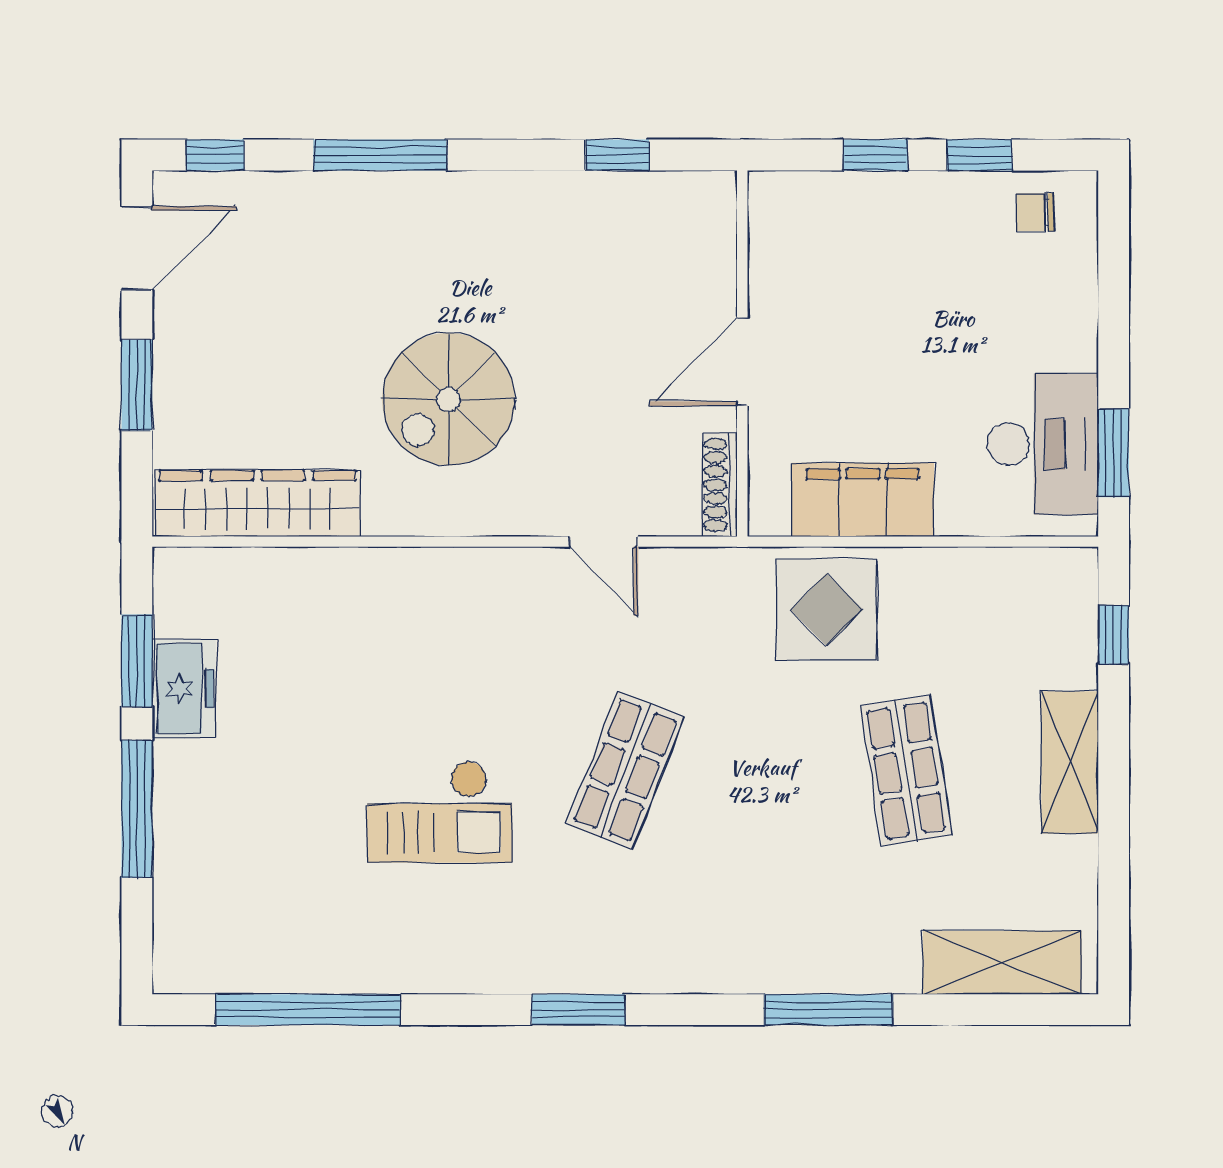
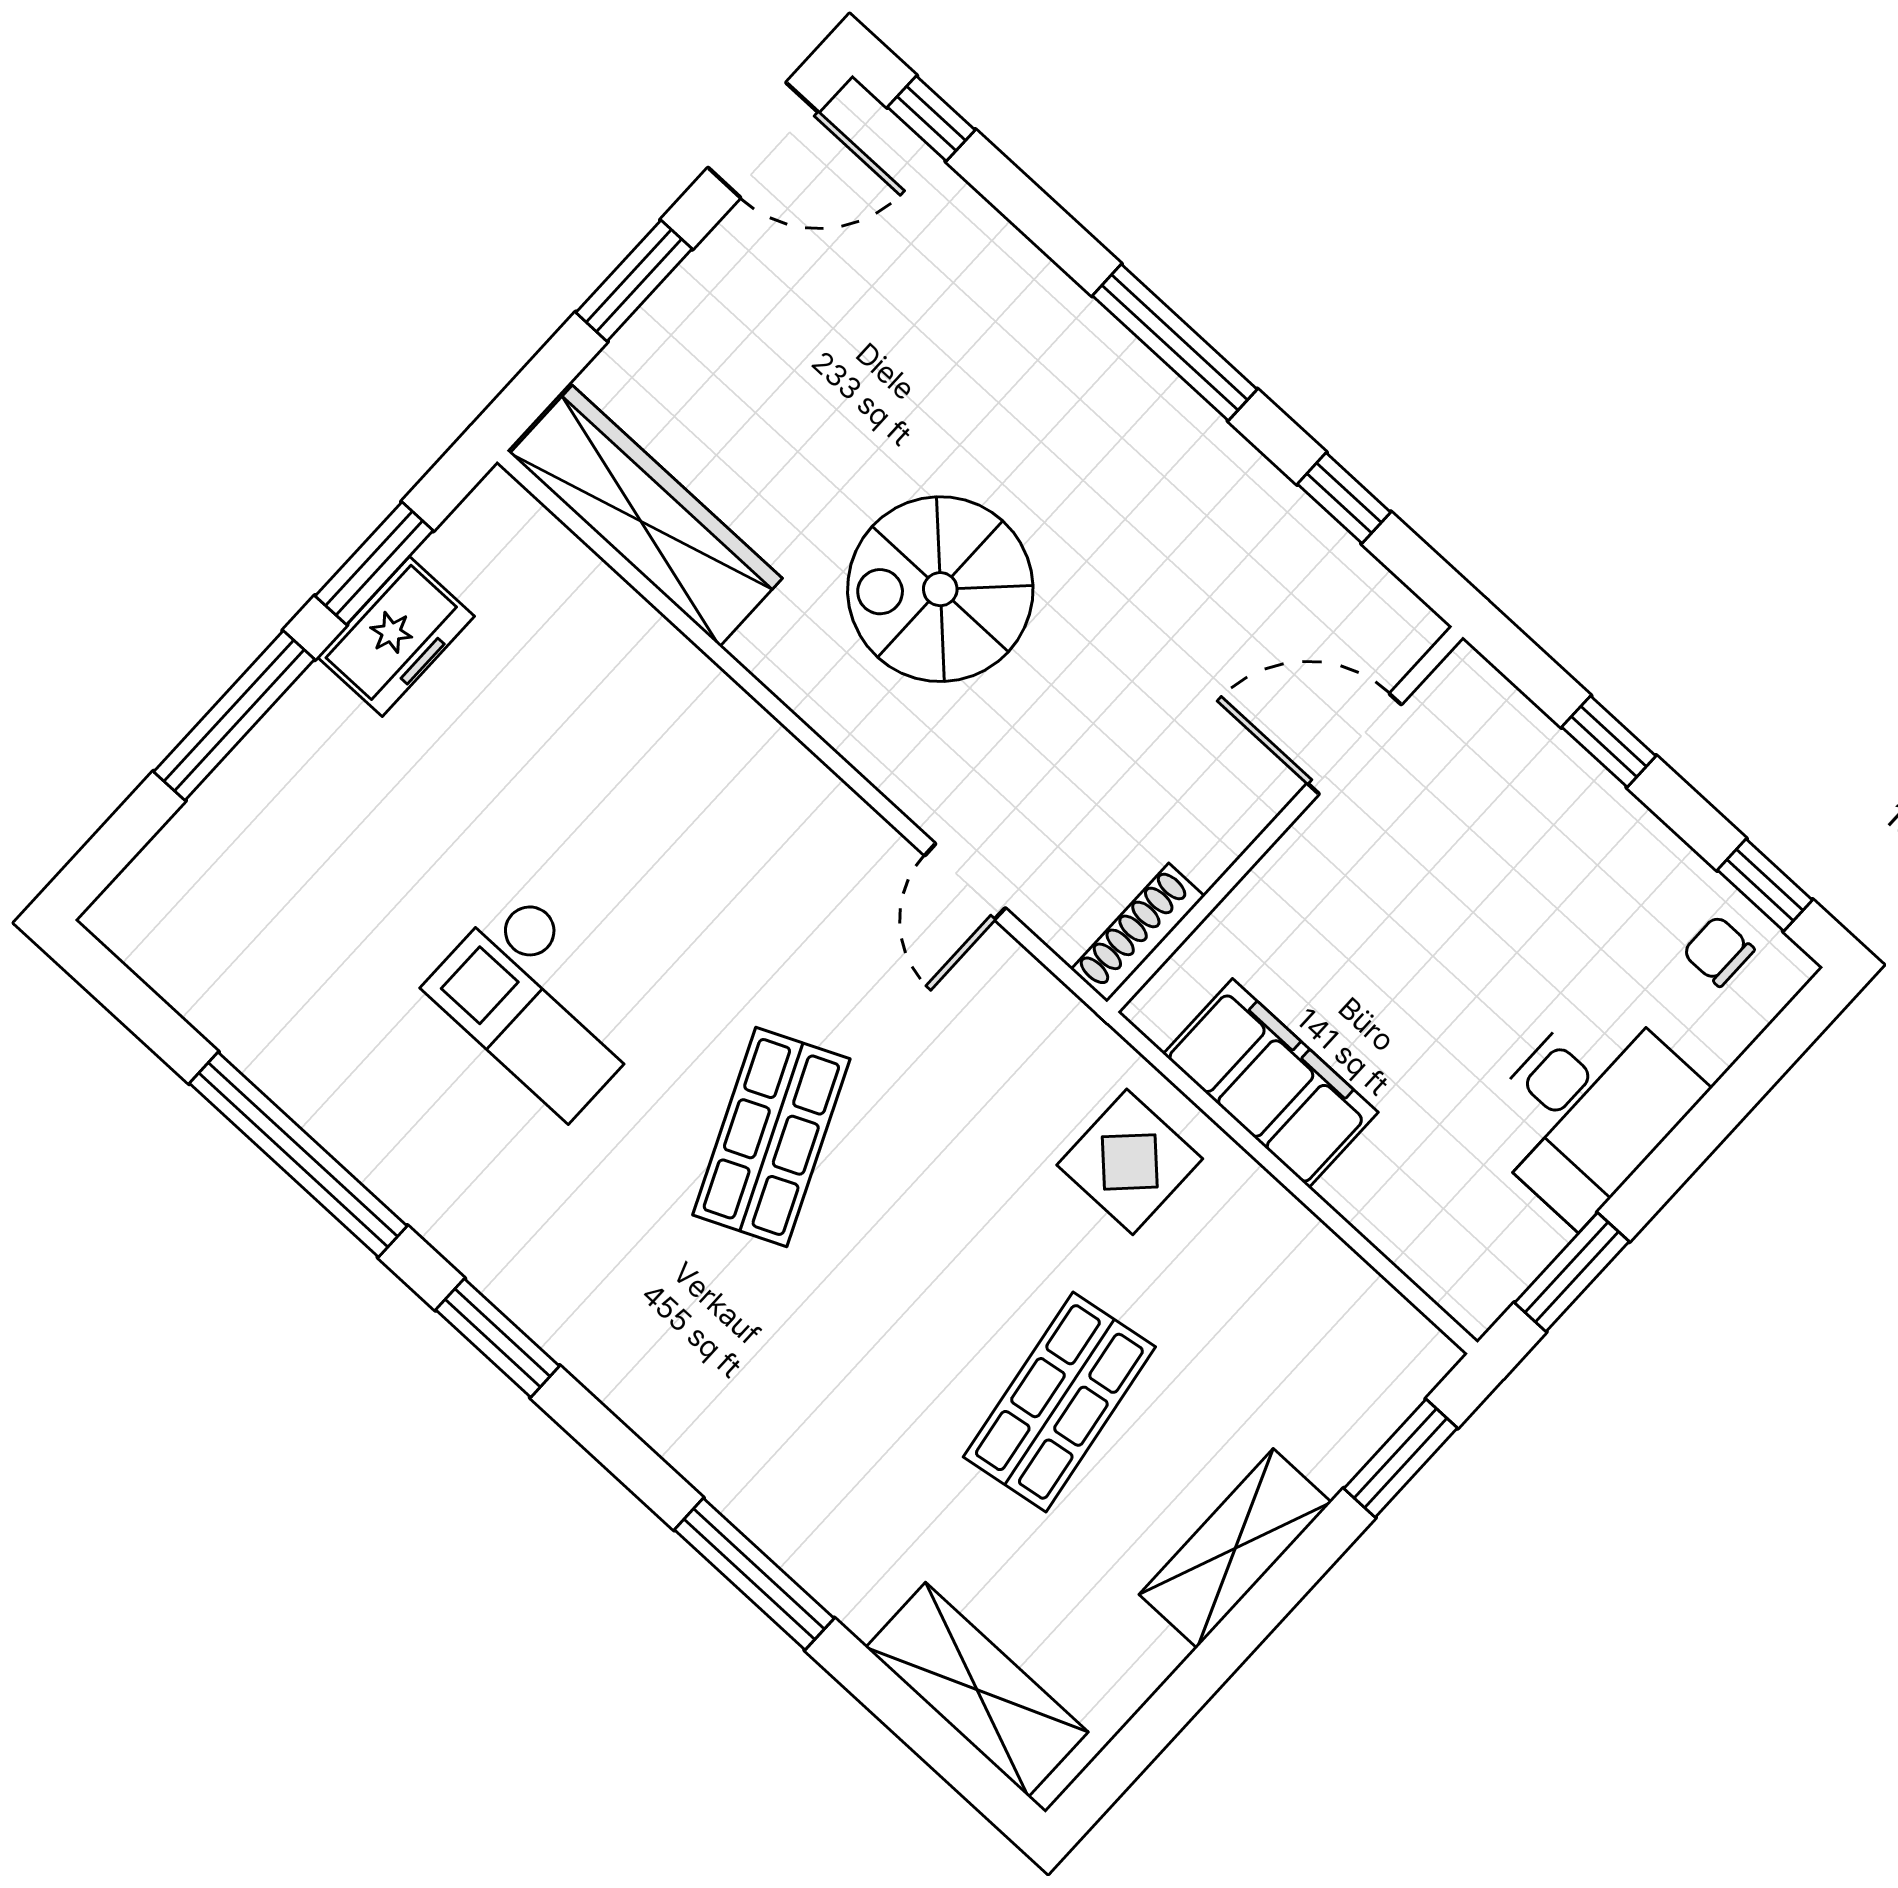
window: (380, 155) -> (1175, 342), moved
window: (980, 155) -> (1765, 885), moved
door: (742, 362) -> (1354, 744), moved
desk: (1043, 444) -> (1588, 1108), moved
display table: (827, 610) -> (1130, 1162), width x0.73, depth x0.73
window: (1114, 635) -> (1401, 1458), width x1.50
shop shelf: (625, 771) -> (771, 1137), turned -45
window: (308, 1010) -> (298, 1155), moved

